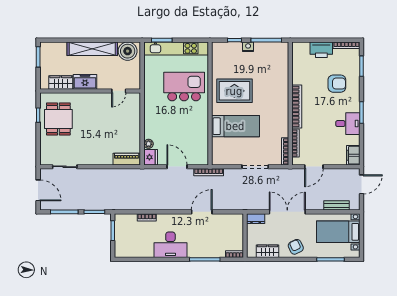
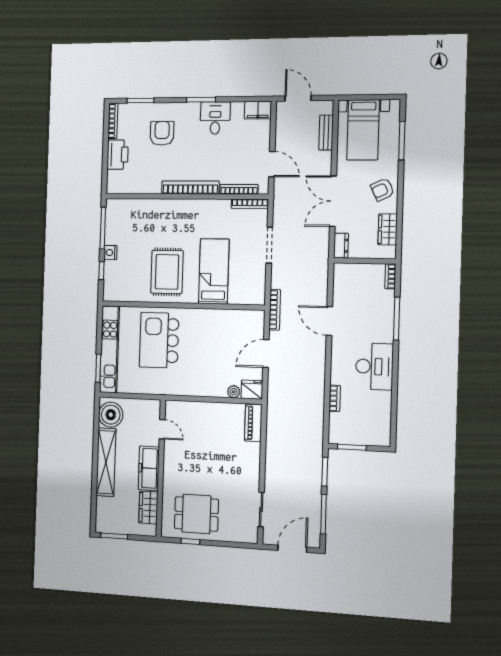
freezer: (85, 82) -> (149, 468), width x1.40

